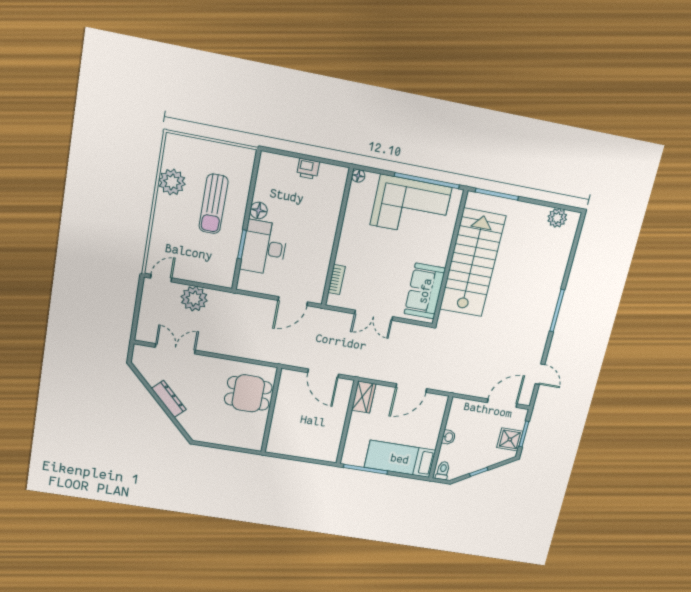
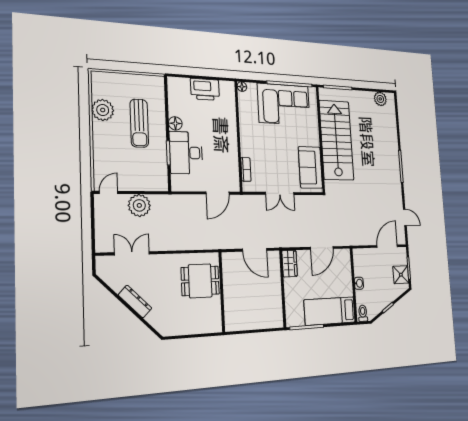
printer: (308, 169) -> (205, 89), width x1.87, depth x1.48

